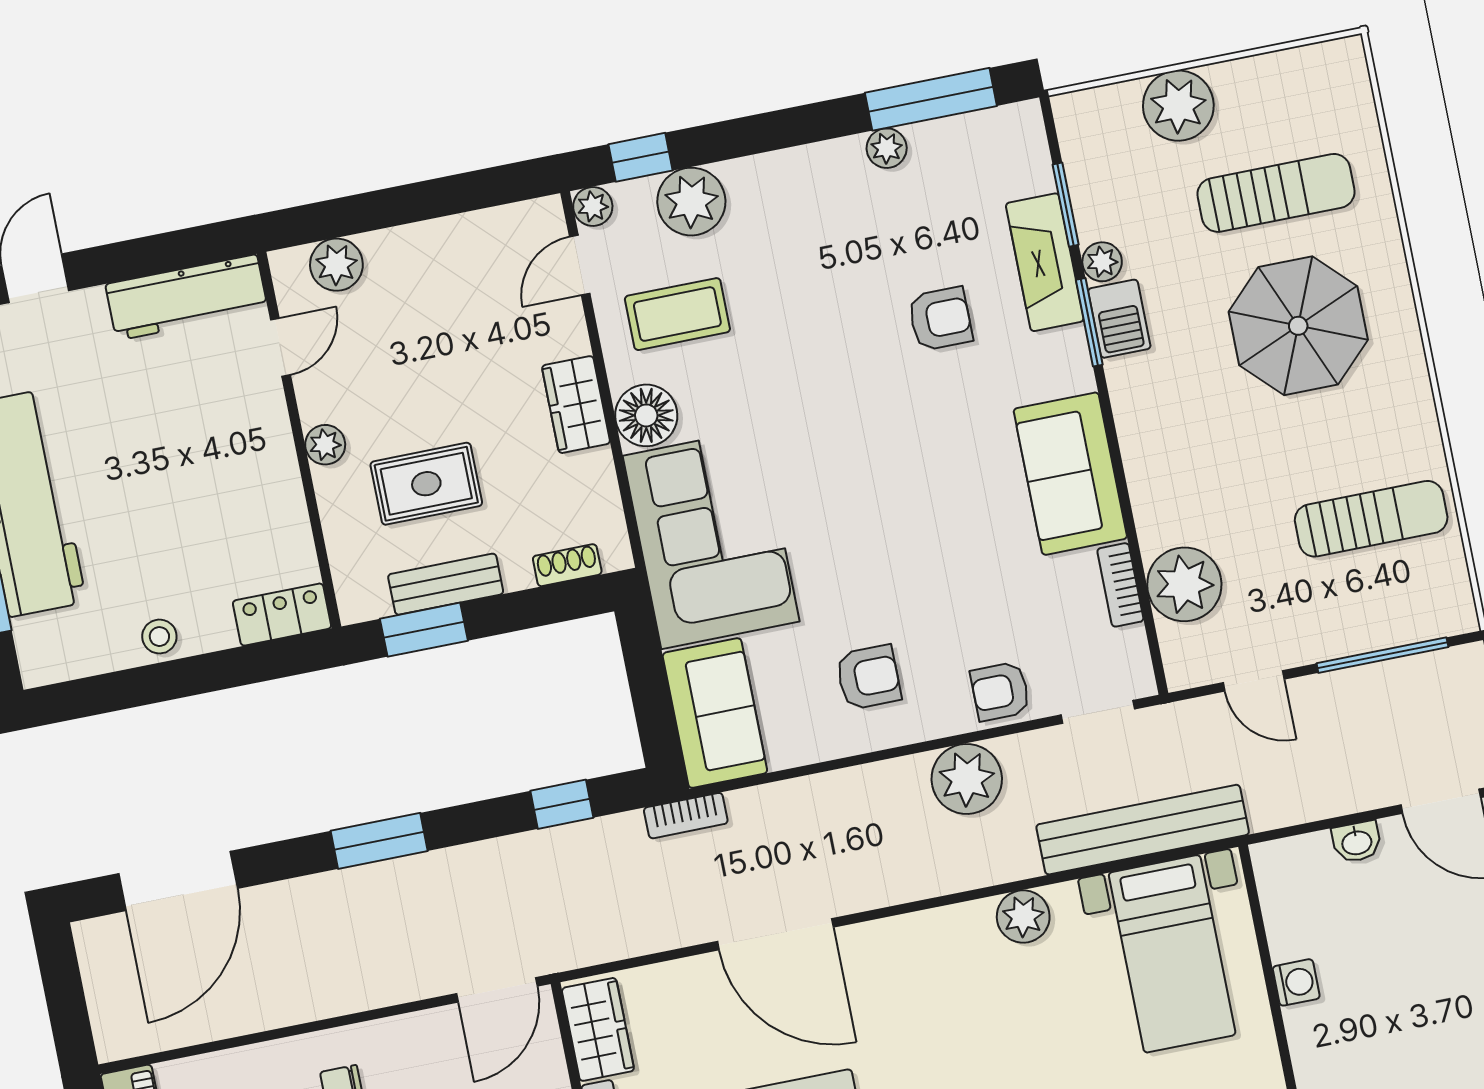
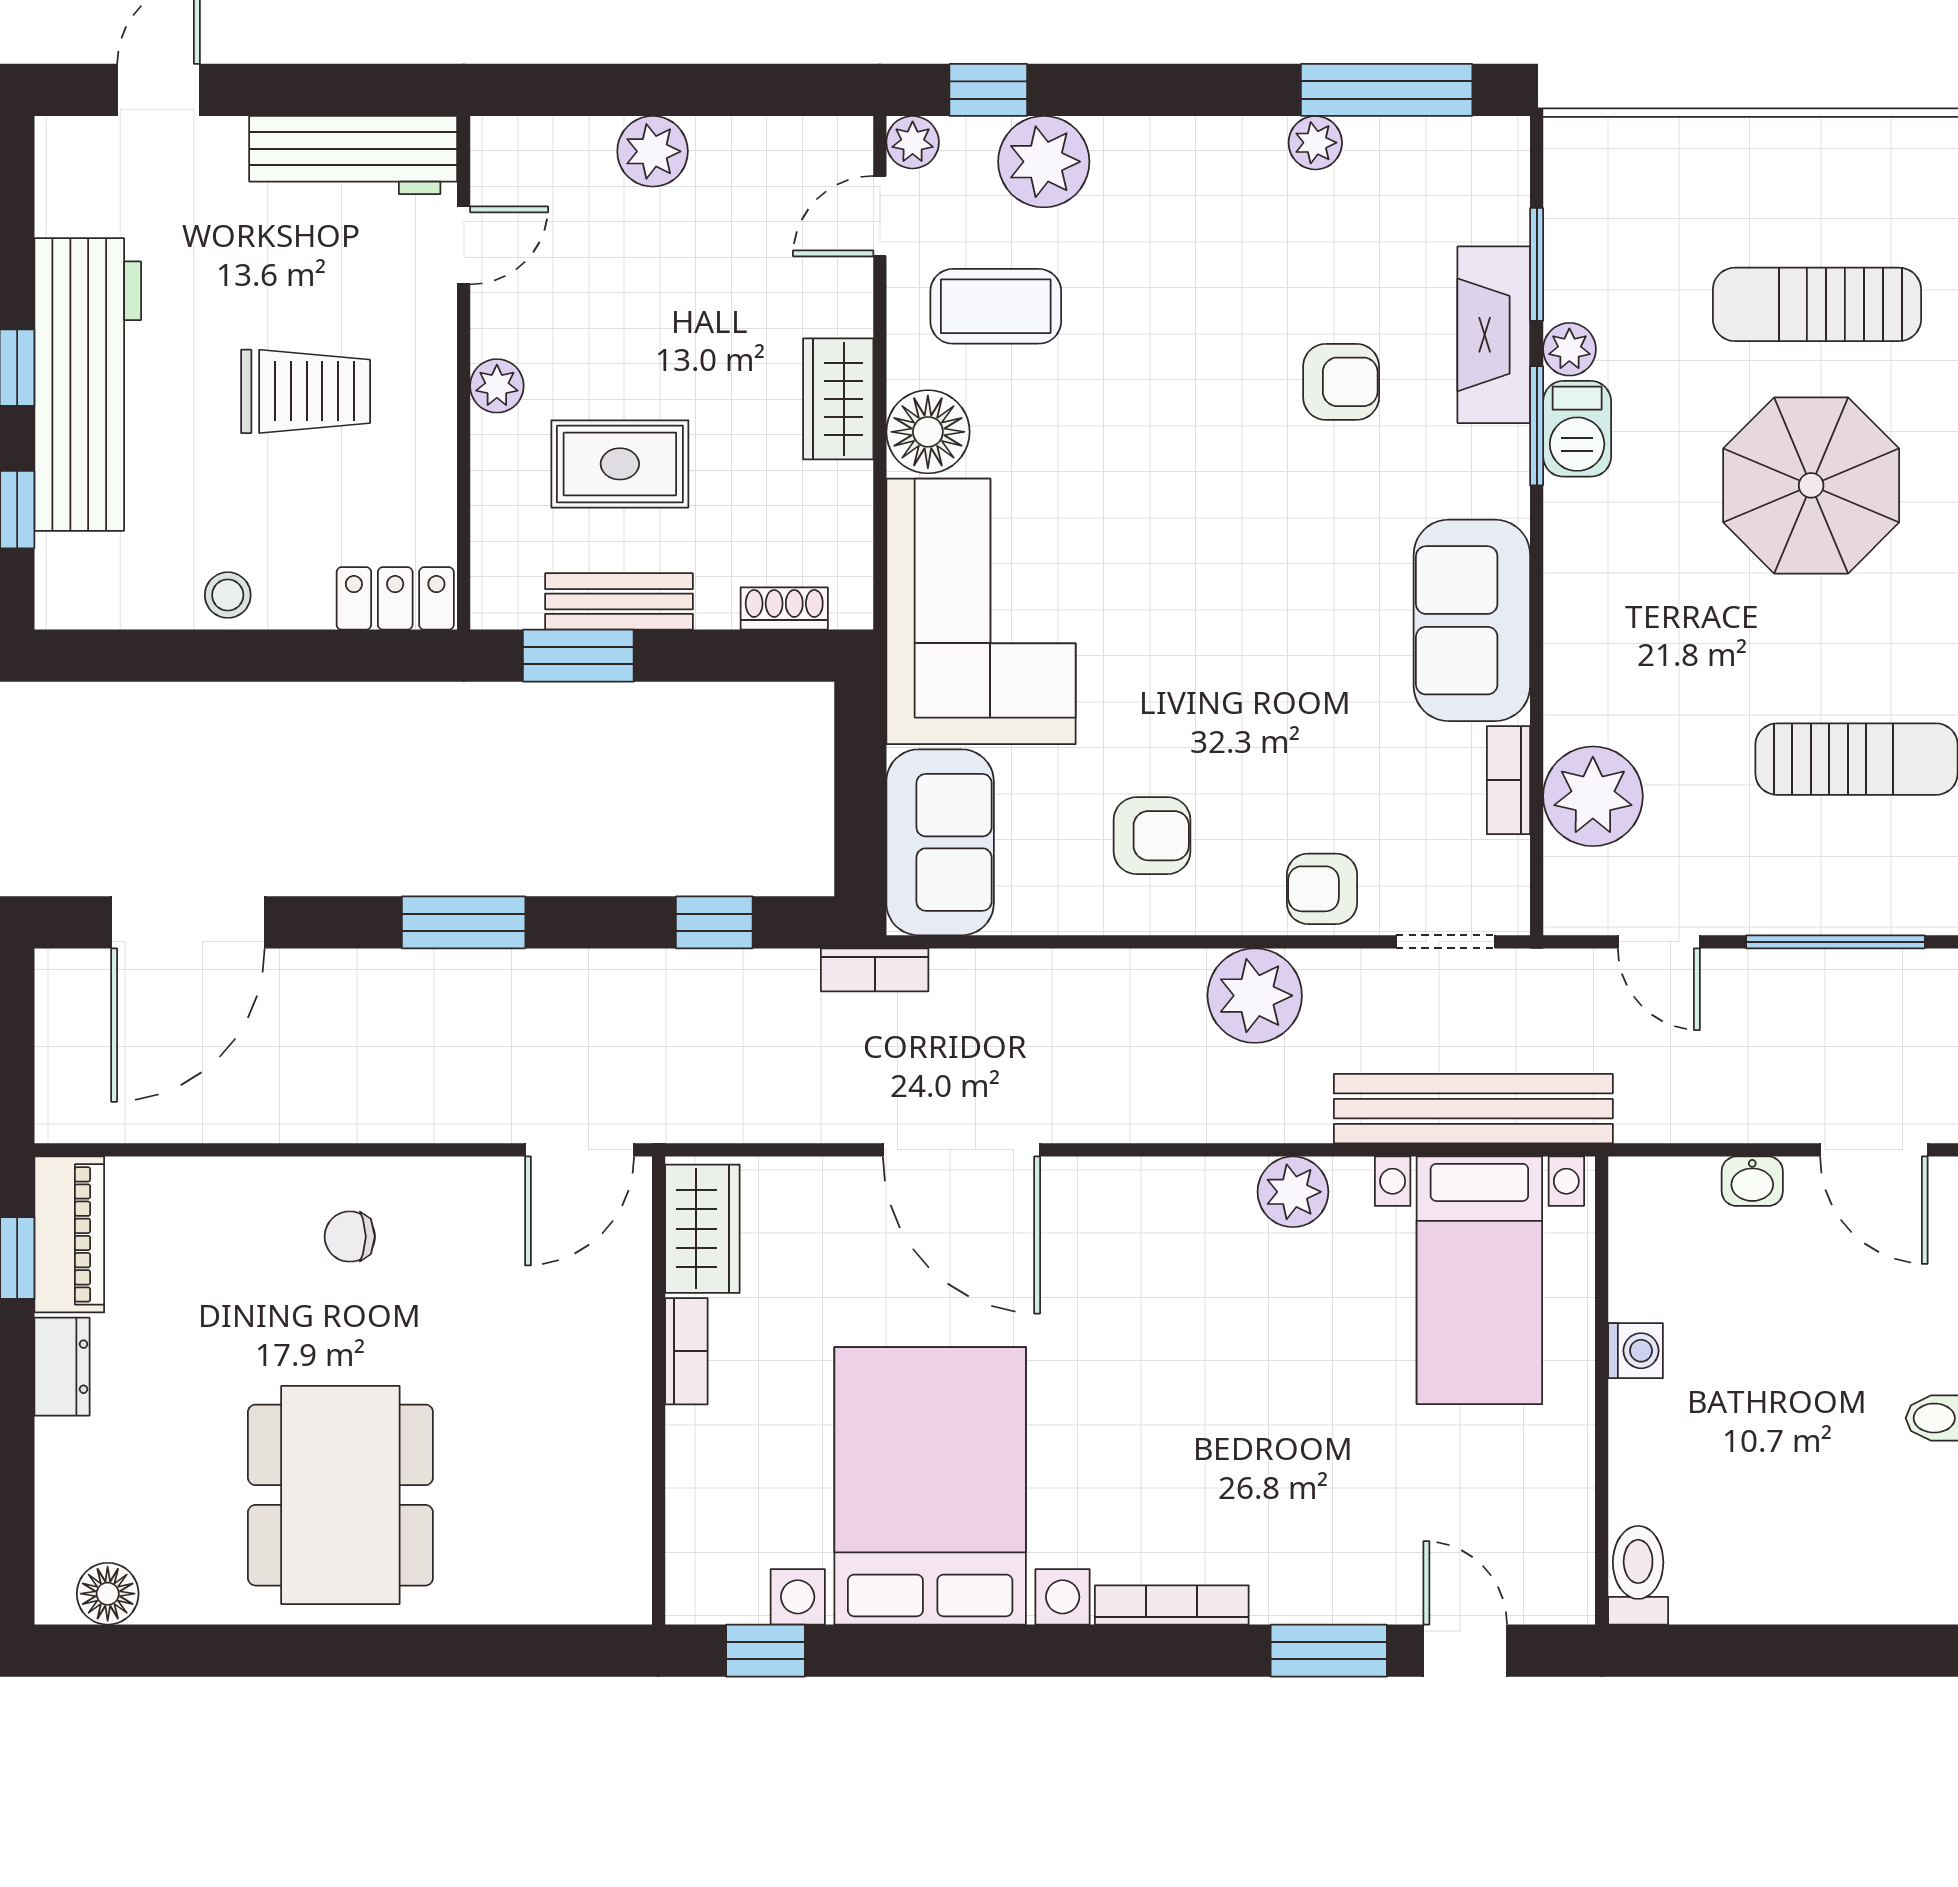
plant: (1178, 106) -> (1711, 163), removed
sun lounger: (1276, 193) -> (1817, 304), turned 180
plant: (336, 265) -> (653, 151), moved
trolley: (186, 477) -> (306, 391), added

